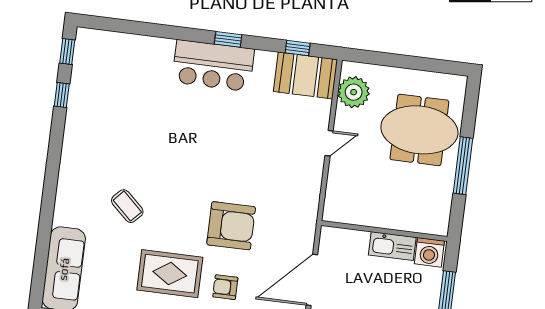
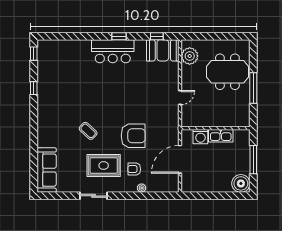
window: (62, 95) -> (34, 88), moved
door: (329, 143) -> (180, 98), moved
coffee table: (127, 206) -> (88, 131), moved
washing machine: (429, 252) -> (200, 137), moved

